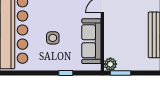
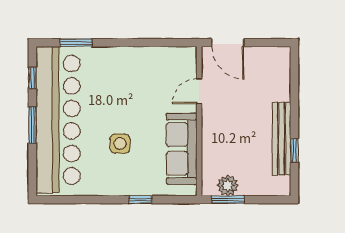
plant: (110, 64) -> (228, 185), moved

